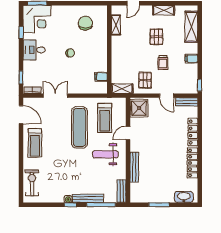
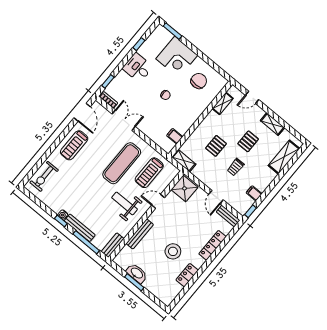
corner desk: (37, 19) -> (177, 57), moved
filing cabinet: (192, 59) -> (254, 193), moved
pallet: (145, 80) -> (216, 146), moved
stool: (168, 160) -> (173, 251), added
locker: (192, 163) -> (187, 275), width x0.66
exercise bike: (32, 183) -> (44, 176), turned 180
washbasin: (184, 197) -> (137, 273), moved

